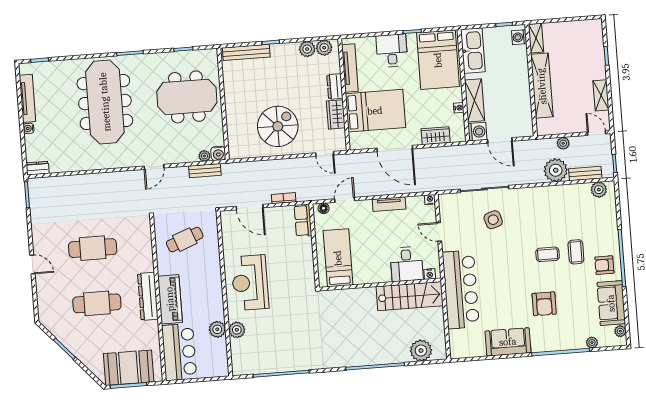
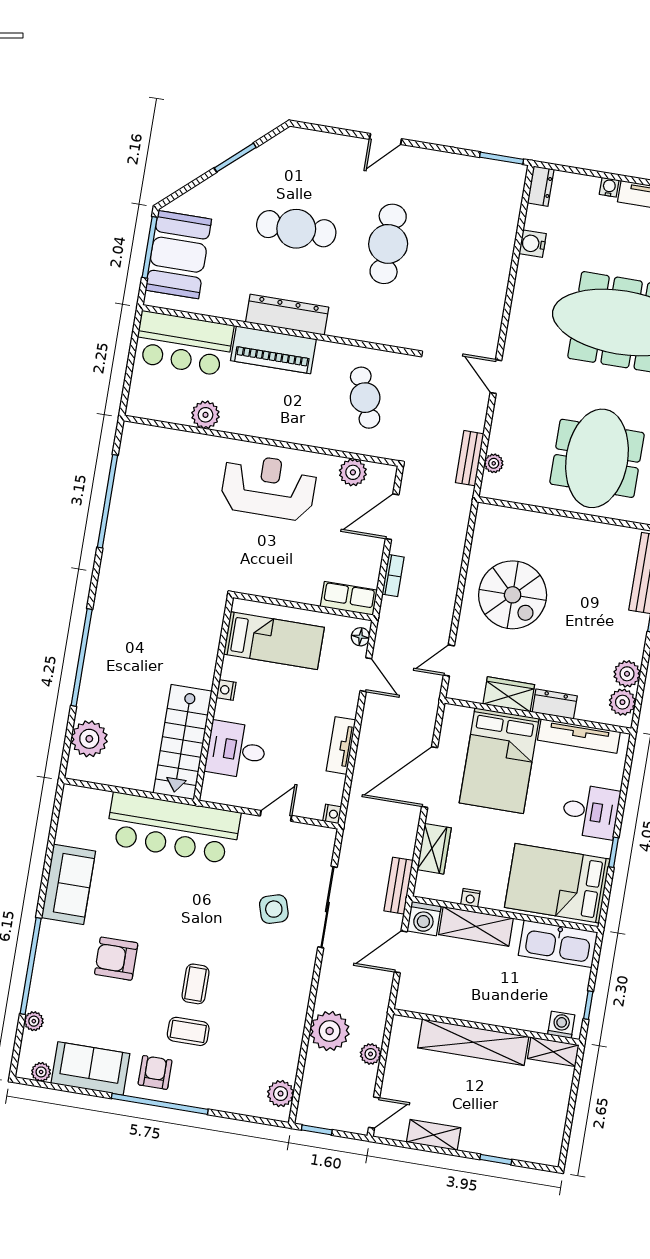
water cooler: (218, 153) -> (533, 244), moved
bench: (585, 174) -> (399, 886), moved
nightstand: (430, 274) -> (226, 690), moved
cafe table: (97, 303) -> (296, 229), turned 90
plant: (237, 330) -> (353, 472), moved

